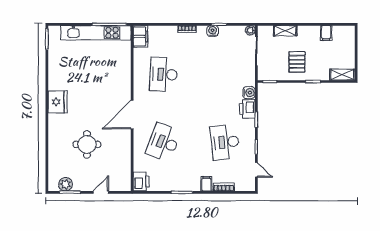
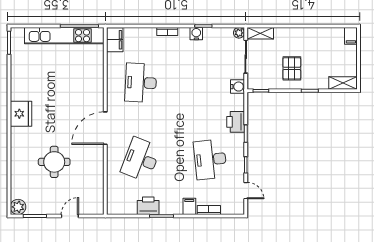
shelving: (285, 31) -> (260, 33), moved
filing cabinet: (326, 33) -> (351, 36), moved
water cooler: (249, 93) -> (237, 87), moved
printer: (141, 182) -> (148, 206), moved, turned -90
plant: (66, 184) -> (18, 207), moved

